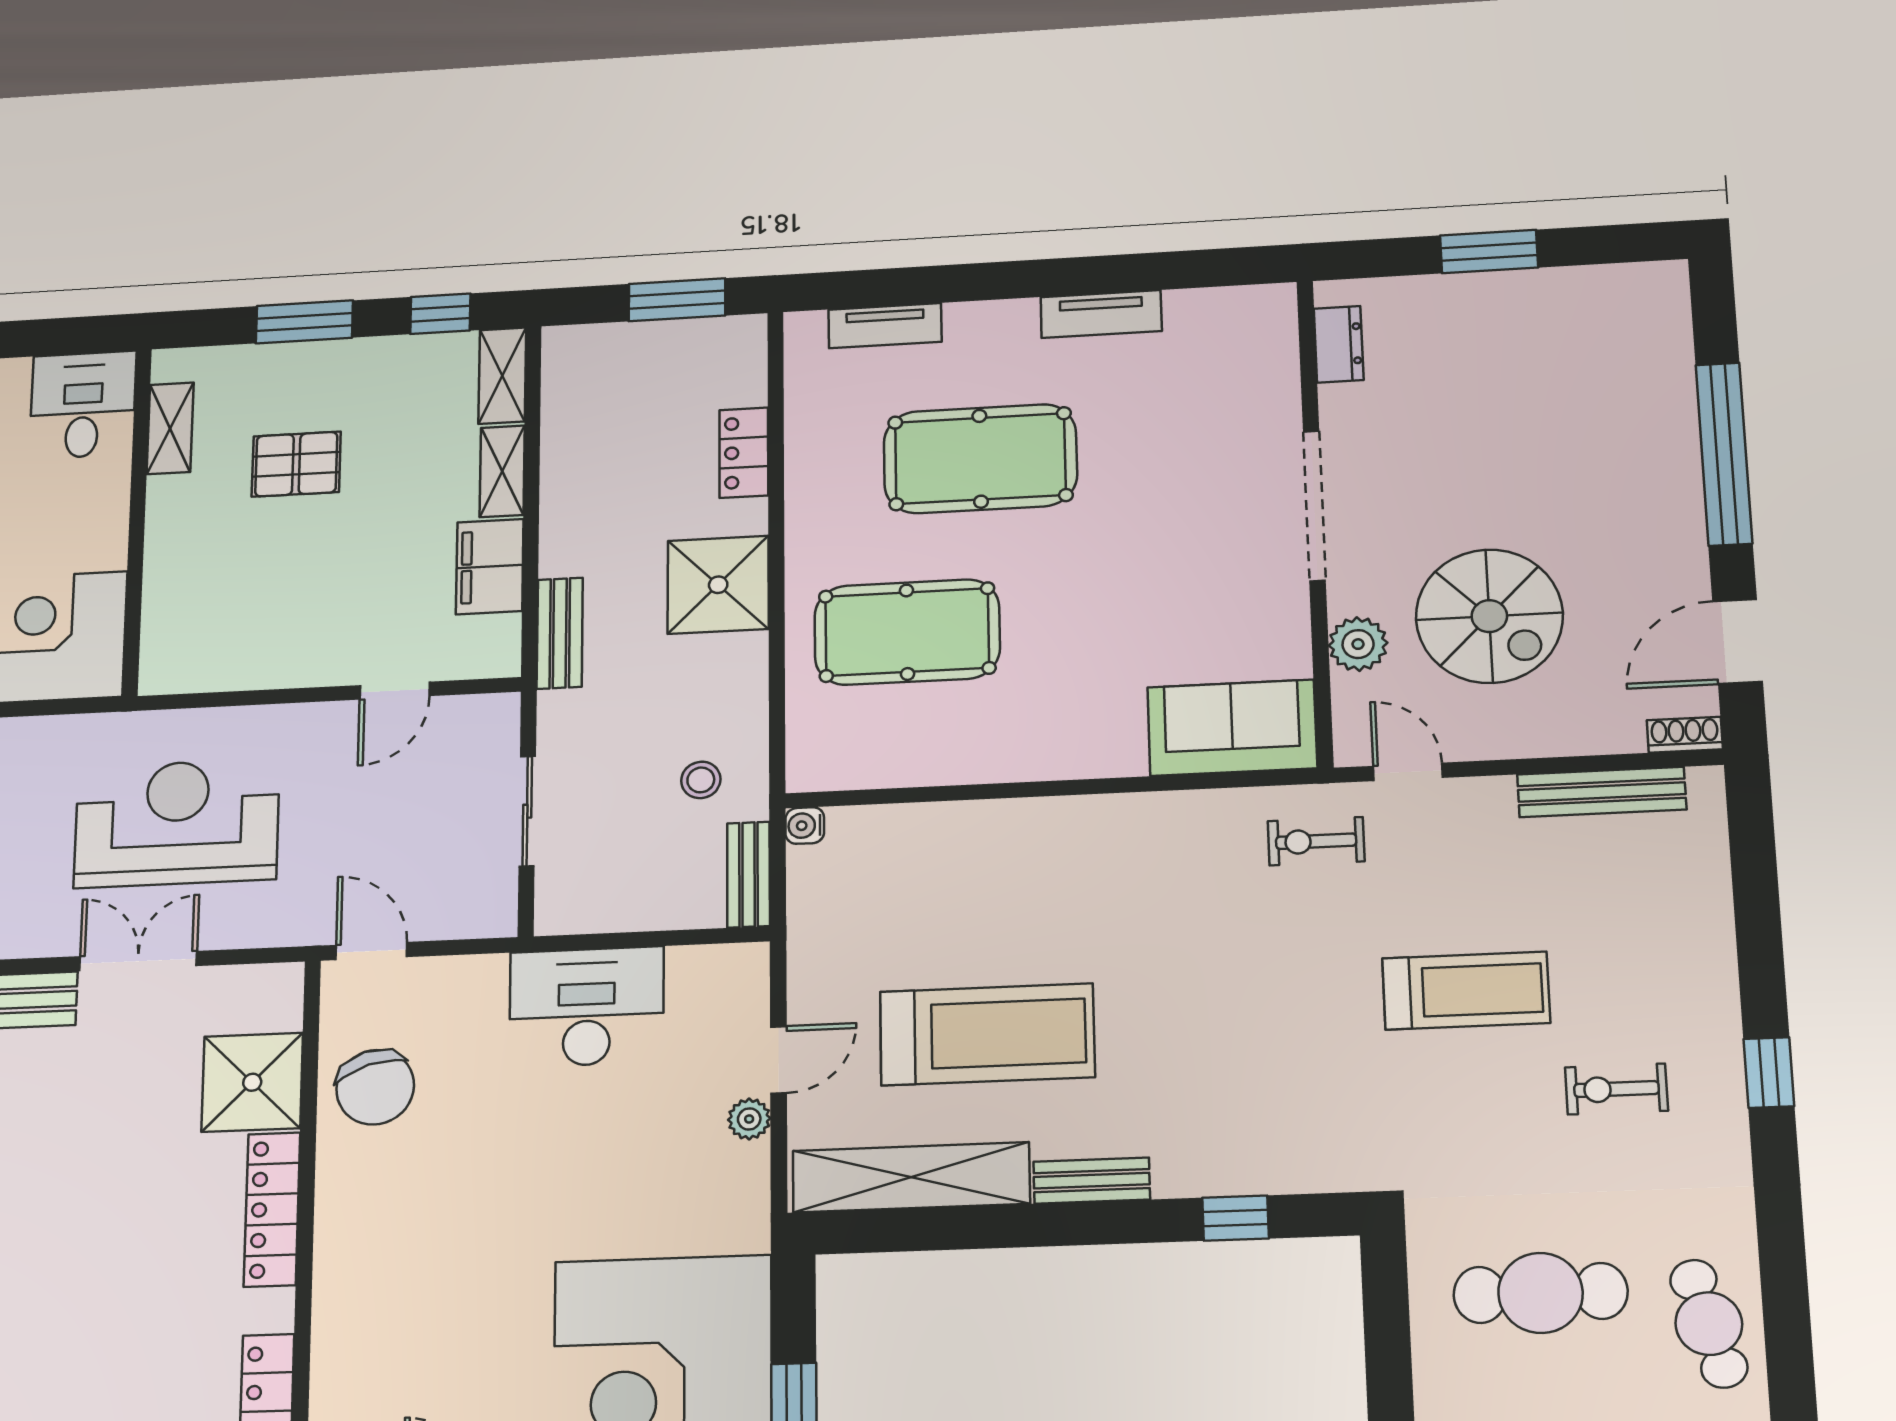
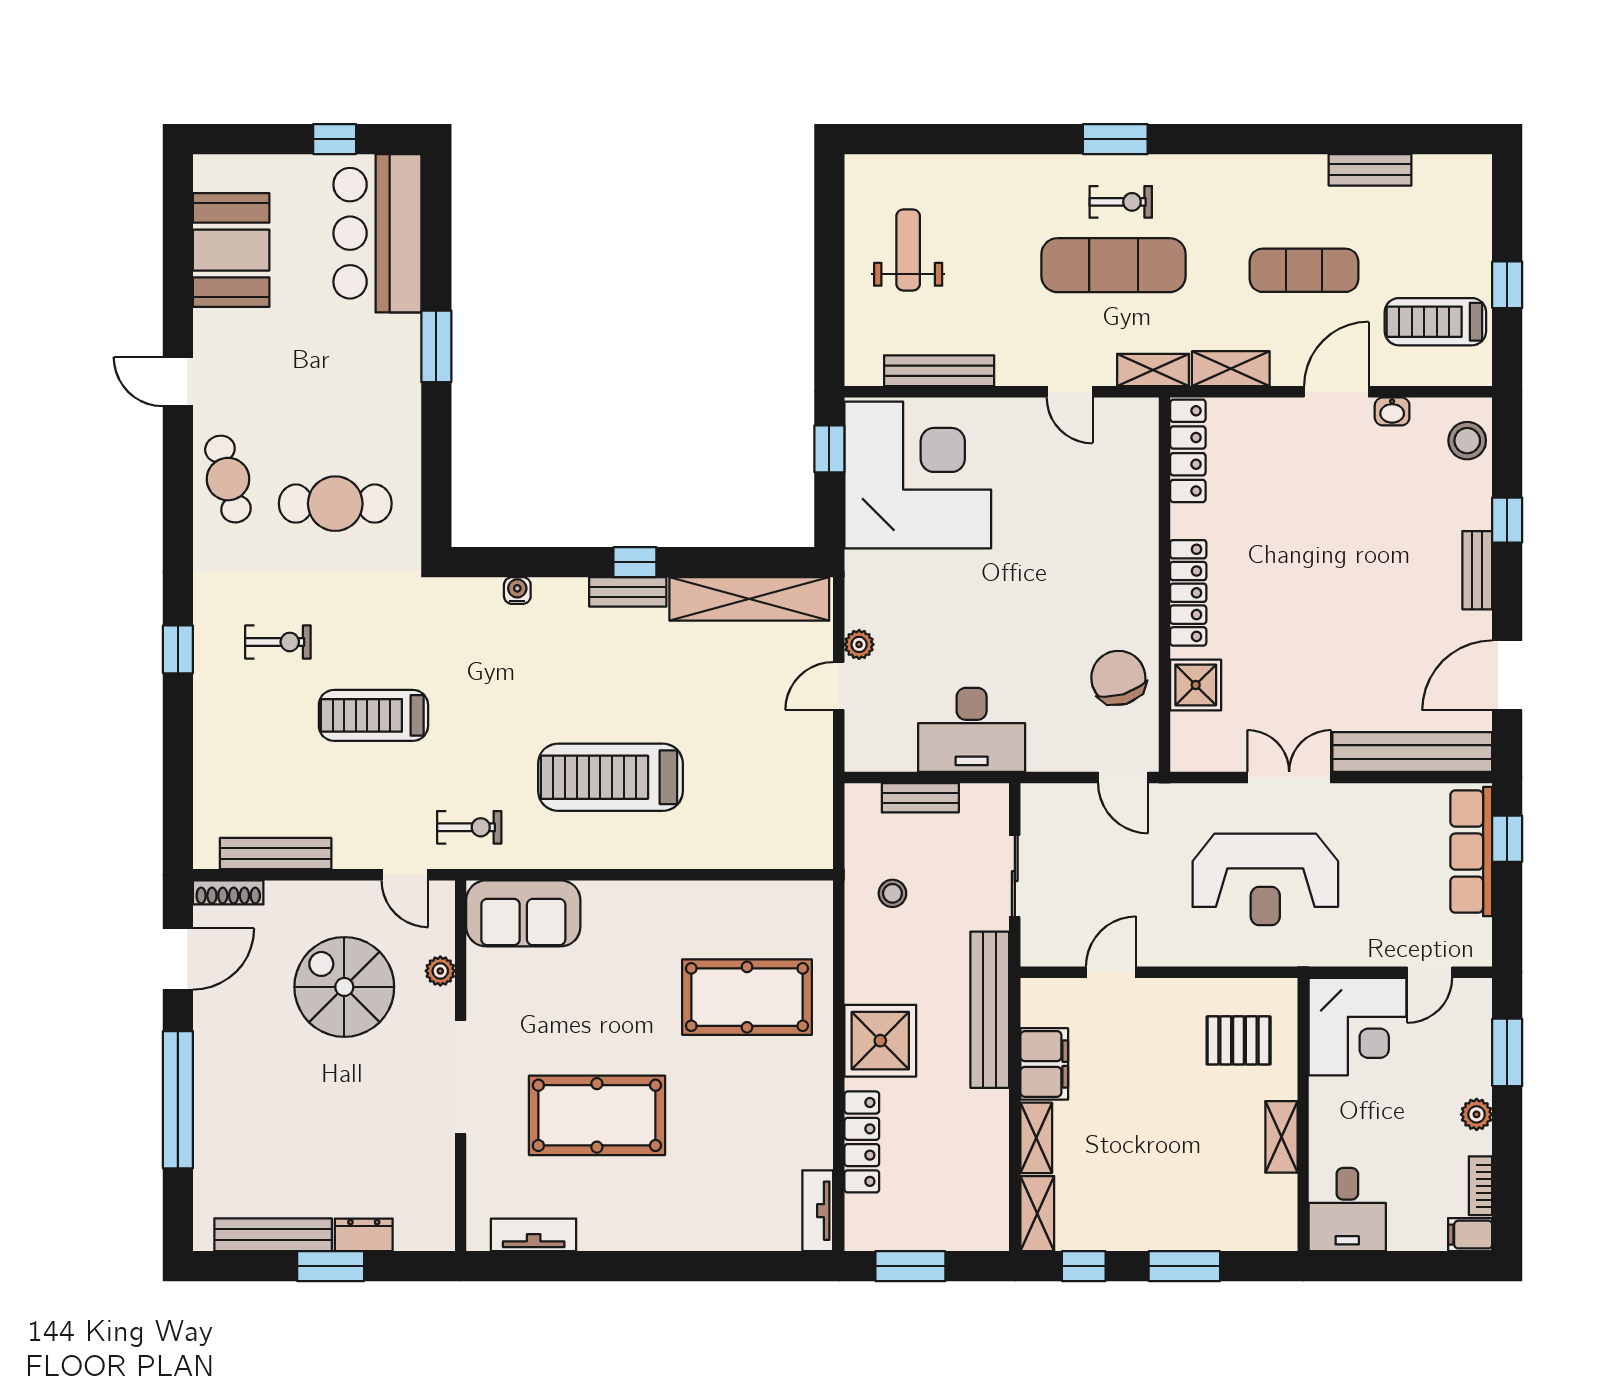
bench: (1574, 287) -> (273, 1235), added
tv unit: (1101, 314) -> (534, 1235), moved
tv unit: (885, 326) -> (818, 1211), moved, turned -90
dresser: (1339, 344) -> (364, 1235), moved, turned 90
shelving: (170, 428) -> (1281, 1137), moved
locker: (744, 453) -> (862, 1142), width x1.53
pool table: (980, 459) -> (597, 1115), moved
pallet: (296, 464) -> (1239, 1040), moved
bench: (560, 633) -> (990, 1010), width x1.86, depth x1.21
plant: (1358, 644) -> (440, 971), width x0.73, depth x0.73
shoe rack: (1685, 735) -> (228, 892), width x1.43
water cooler: (805, 826) -> (517, 590), moved, turned -90
bench: (749, 875) -> (920, 798), moved, turned 90
double door: (138, 961) -> (1289, 777), swing flipped
treadmill: (987, 1034) -> (610, 777), moved
shower: (252, 1082) -> (1196, 685), width x0.73, depth x0.73
window: (1236, 1218) -> (635, 562), moved

